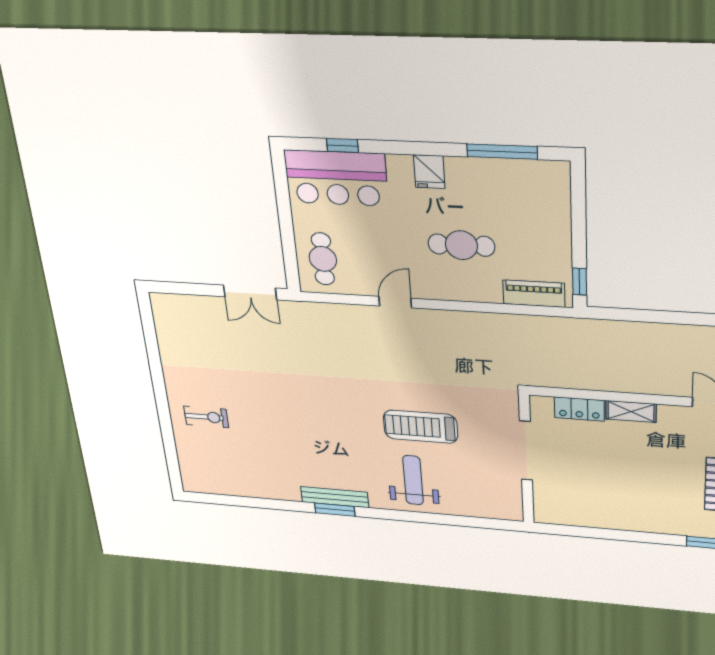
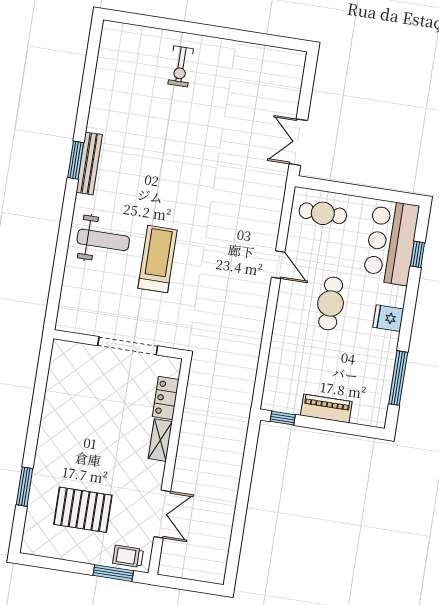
cafe table: (461, 245) -> (331, 303), moved
piano: (534, 294) -> (326, 409), moved, turned -90

